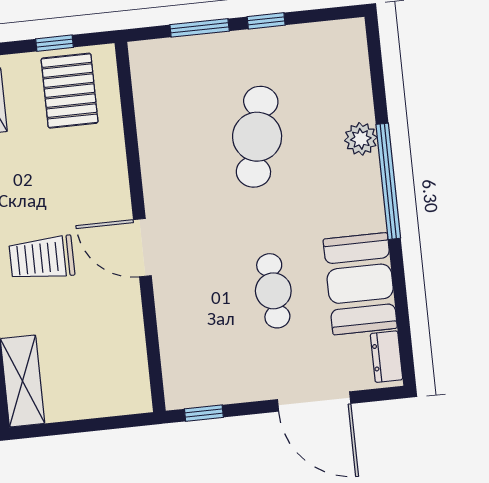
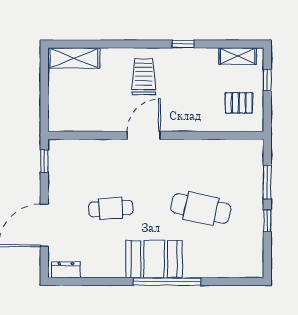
window: (55, 43) -> (267, 80), moved
pallet: (70, 91) -> (239, 103), width x0.67, depth x0.71
plant: (361, 139) -> (193, 268), removed
booth: (360, 284) -> (154, 259), moved

